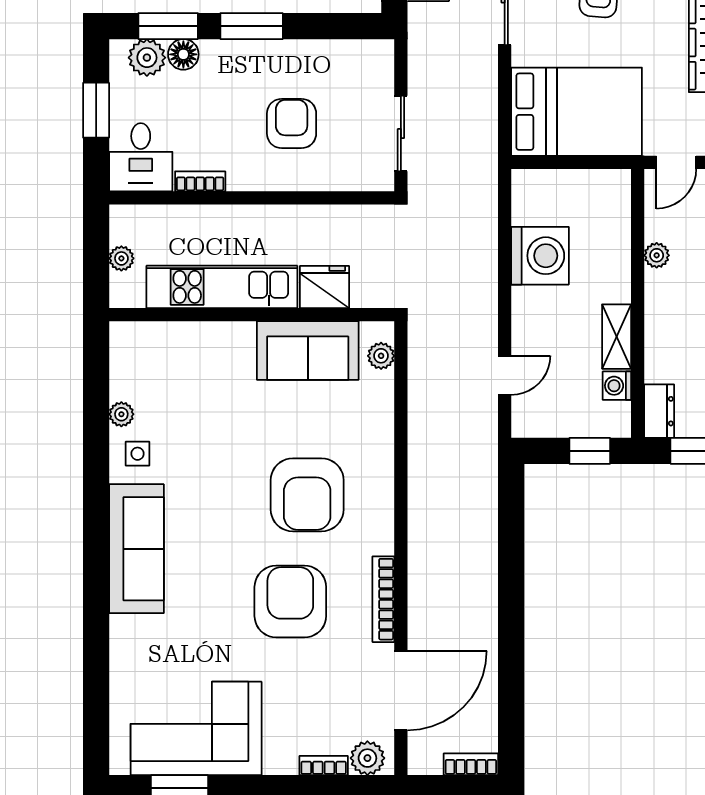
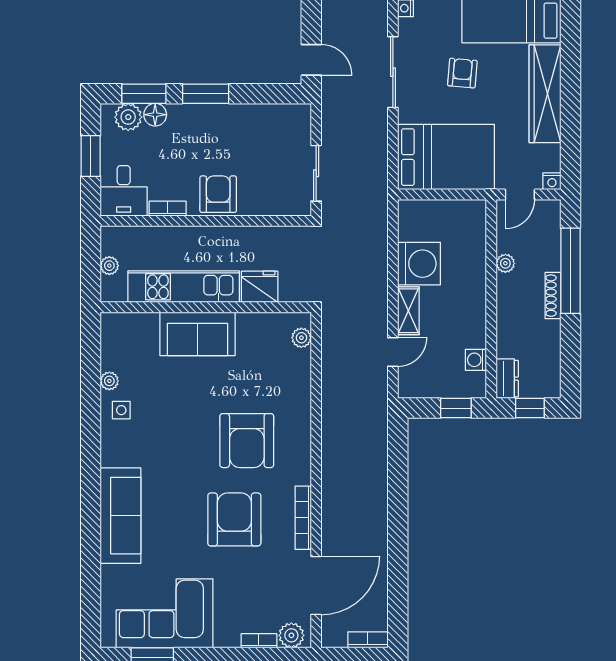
armchair: (292, 124) -> (218, 194), moved
shelving: (617, 337) -> (408, 311), moved
sofa: (308, 351) -> (197, 334), moved
sofa: (136, 549) -> (120, 516), moved

